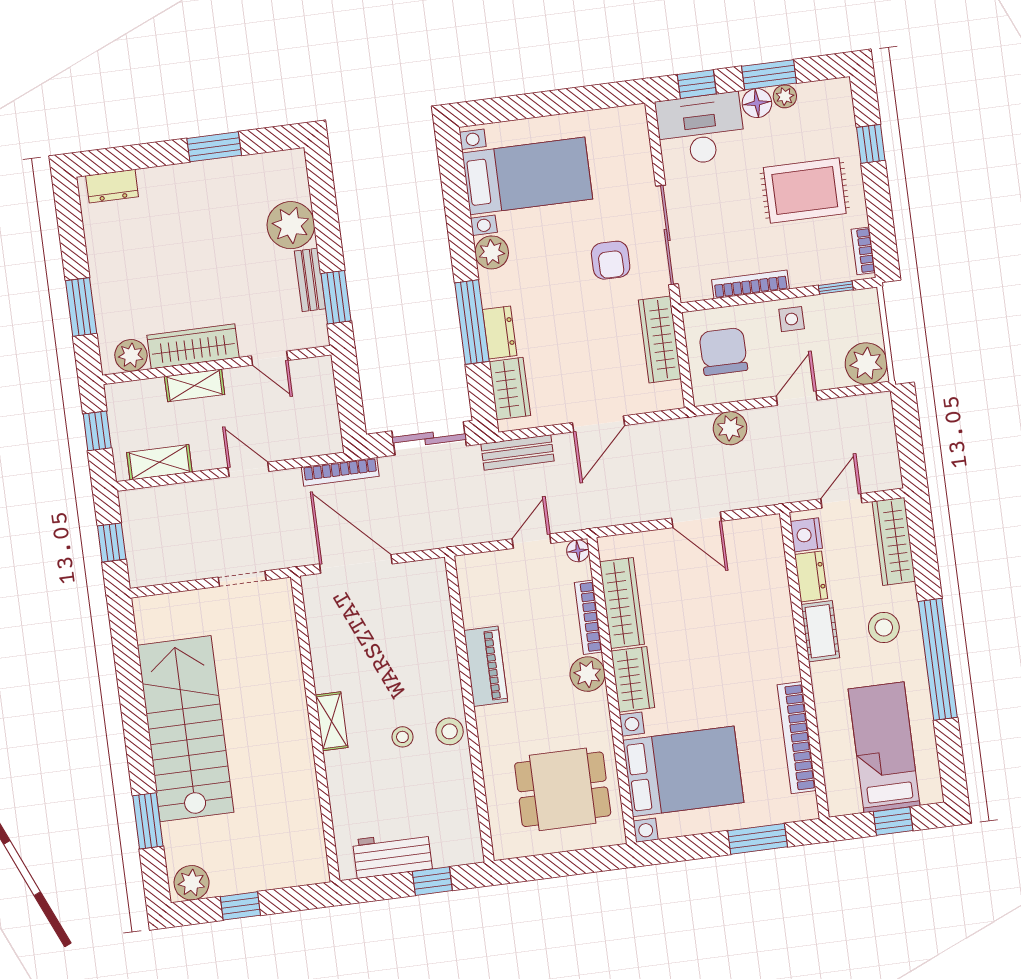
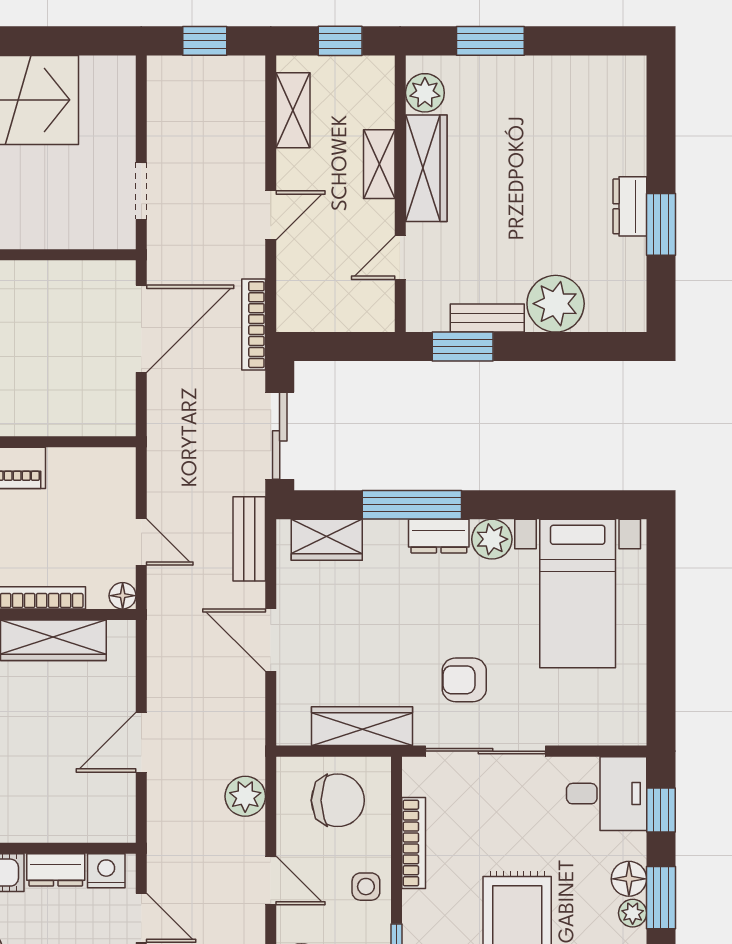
desk: (701, 129) -> (607, 794), width x0.73
dresser: (112, 186) -> (630, 206), moved
dresser: (500, 332) -> (439, 536), moved

